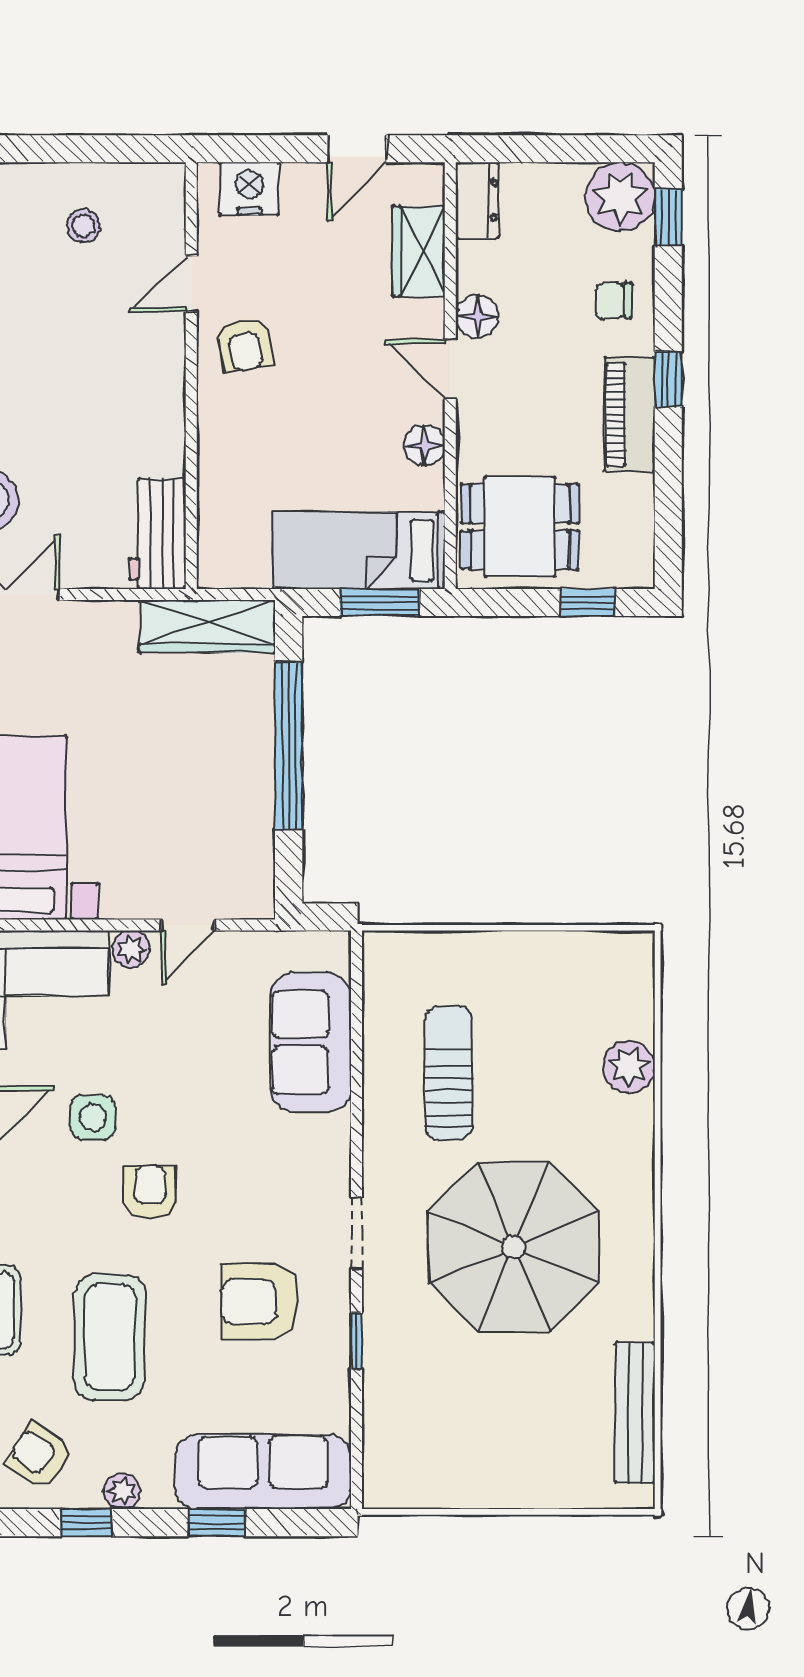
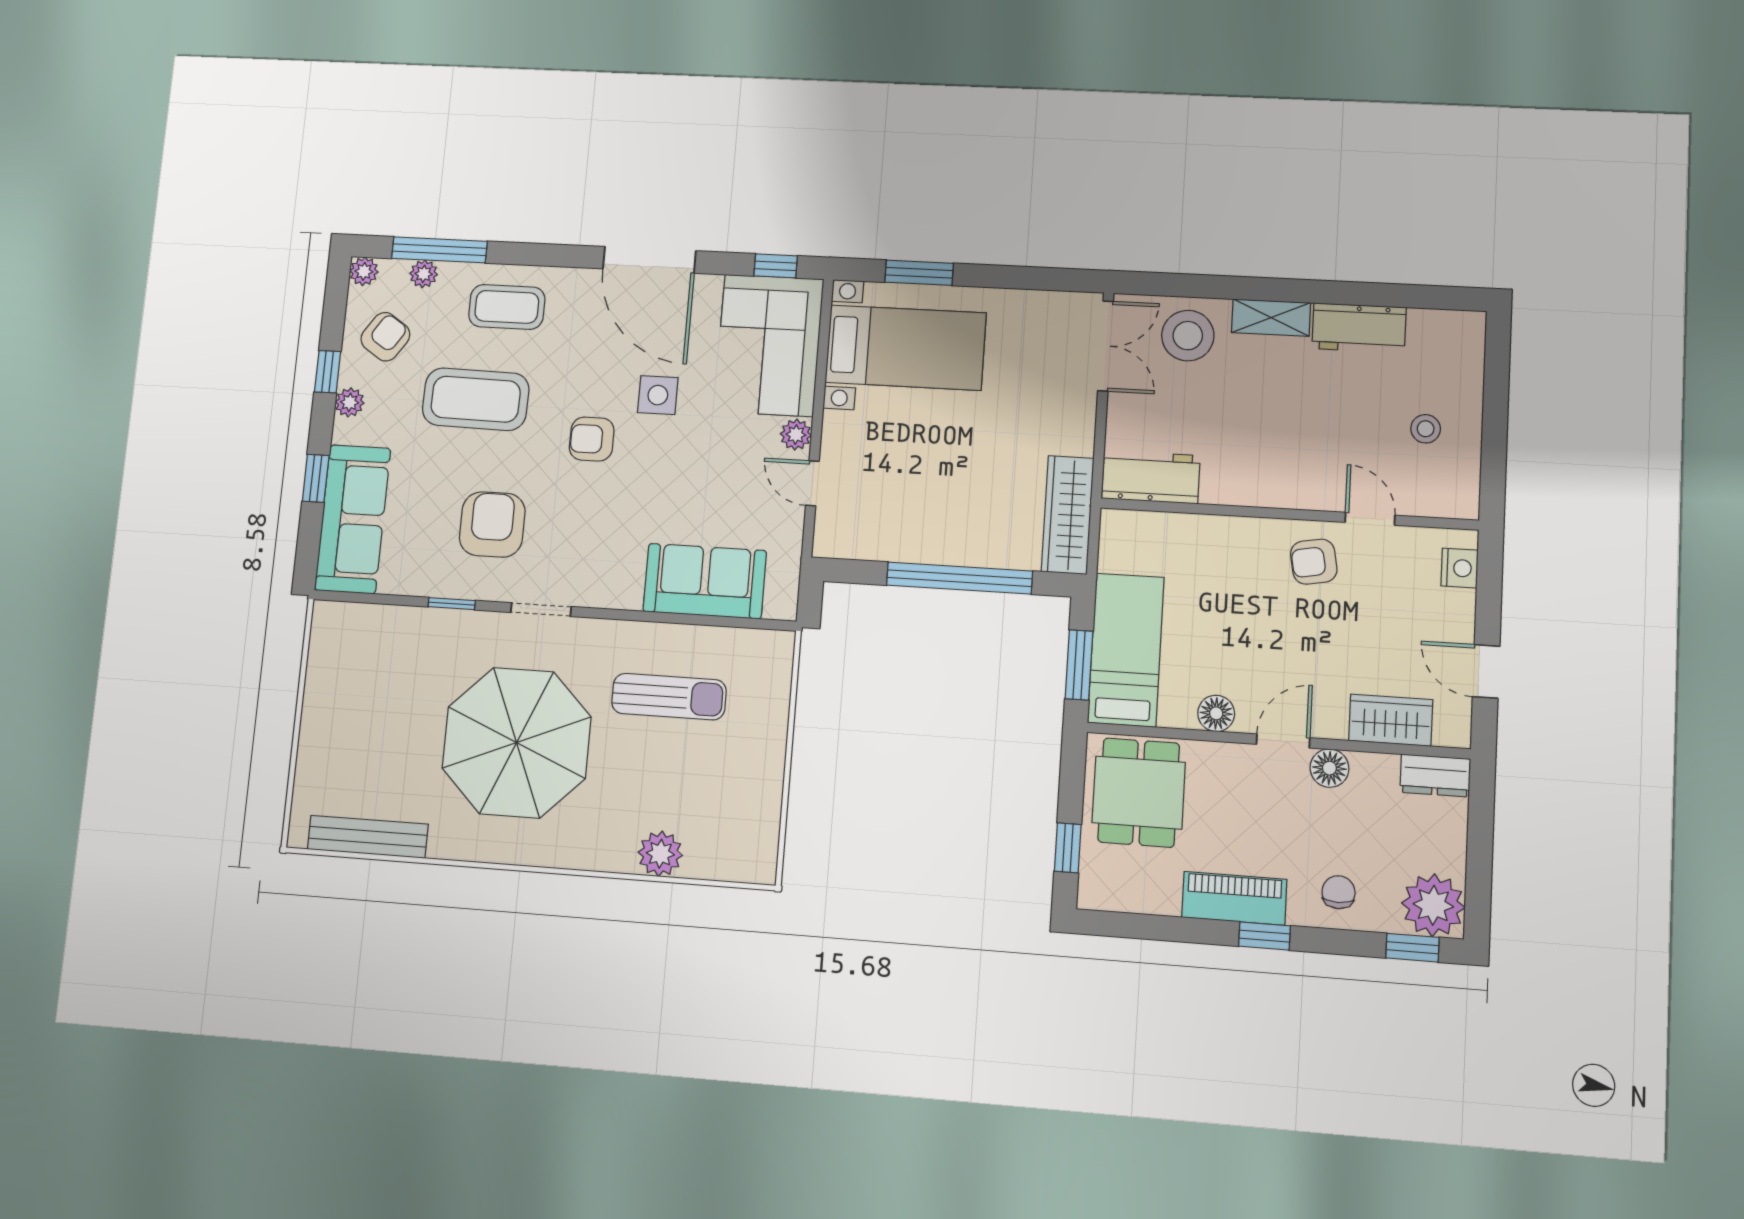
nightstand: (249, 189) -> (1460, 568), width x0.74, depth x0.75
armchair: (150, 1192) -> (592, 439), turned 180

